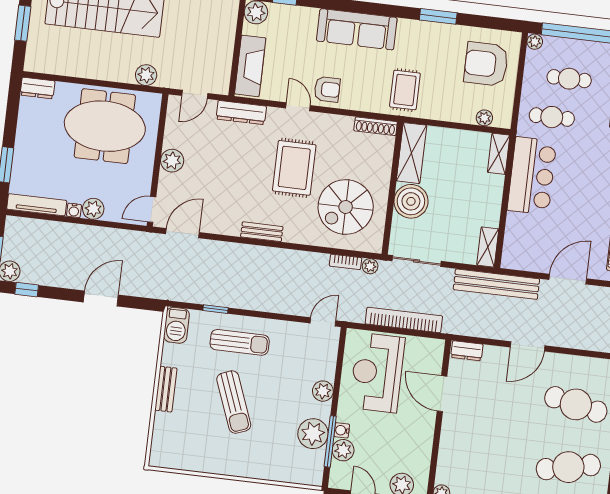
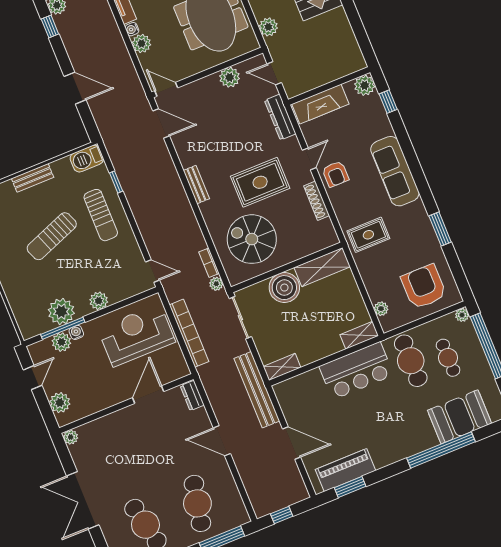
cafe table: (552, 117) -> (411, 361), width x1.37, depth x1.35
shoe rack: (376, 126) -> (317, 201), moved
plant: (172, 161) -> (230, 77), moved

